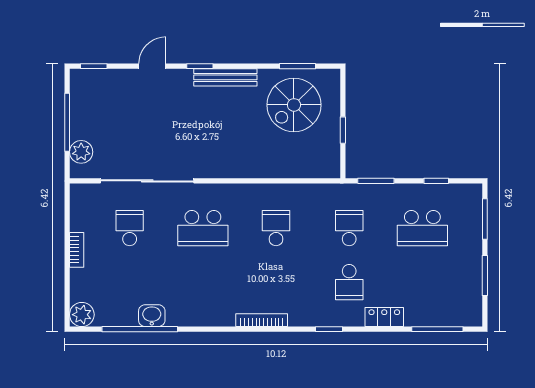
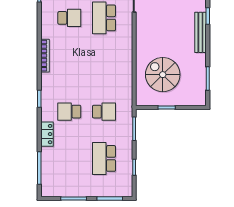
spiral stairs: (294, 105) -> (163, 75), moved
school desk: (276, 228) -> (69, 18), moved

